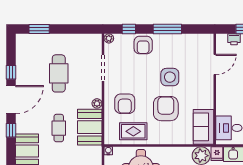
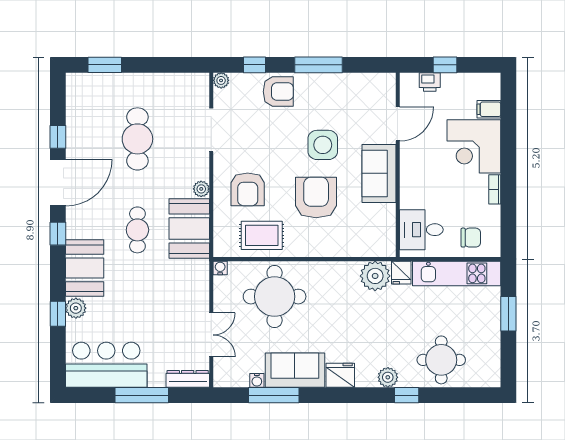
armchair: (143, 45) -> (278, 92), turned -90
sofa: (203, 127) -> (379, 173), moved

